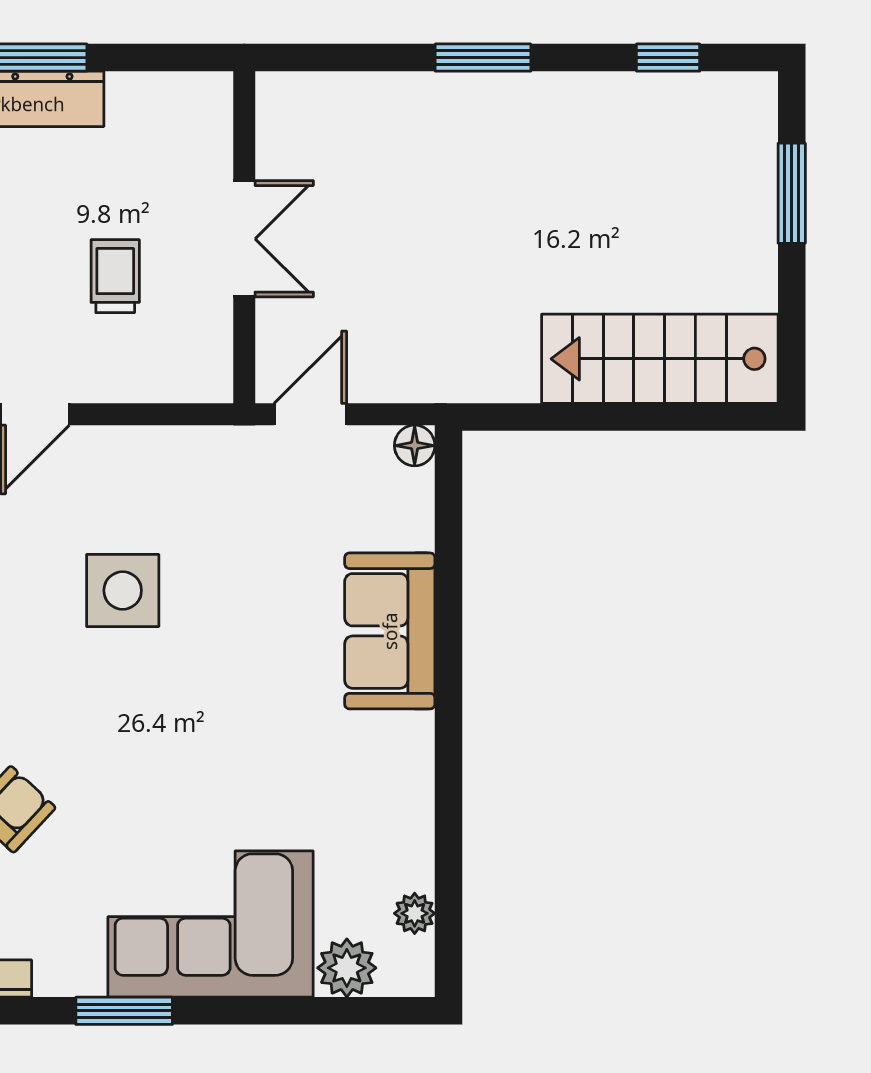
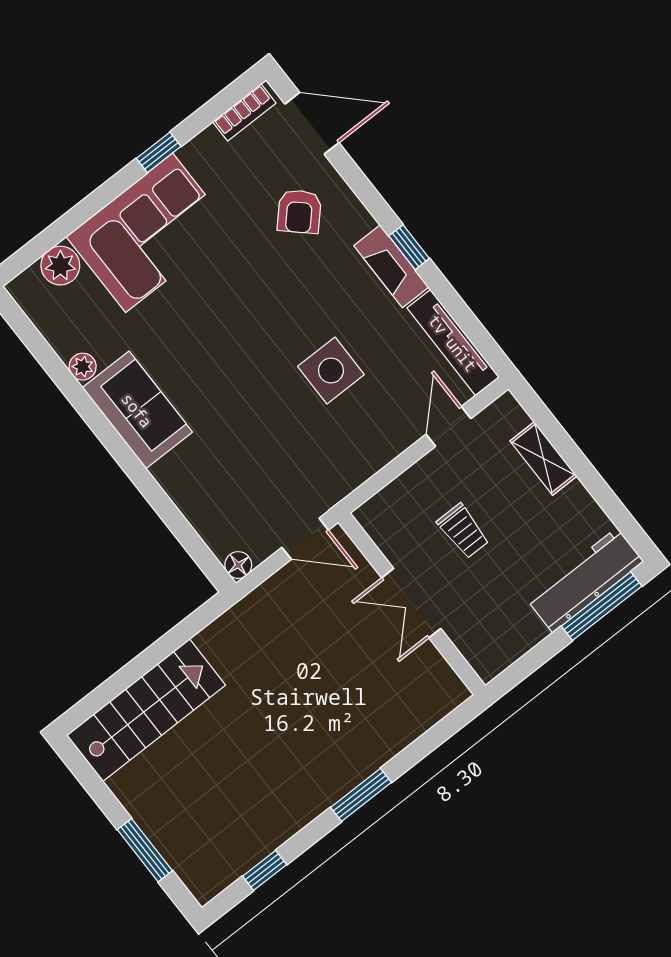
door: (310, 414) -> (305, 539), hinge flipped
sofa: (390, 631) -> (137, 410), moved
plant: (415, 913) -> (83, 367), moved
window: (124, 1011) -> (159, 152), width x0.67

